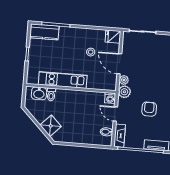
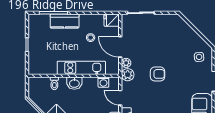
kitchen counter: (44, 32) -> (65, 21), moved
kitchen unit: (63, 80) -> (81, 68), moved
washbasin: (39, 93) -> (74, 83), moved
washing machine: (110, 98) -> (103, 82), moved
armchair: (149, 109) -> (157, 74), moved, turned 90

